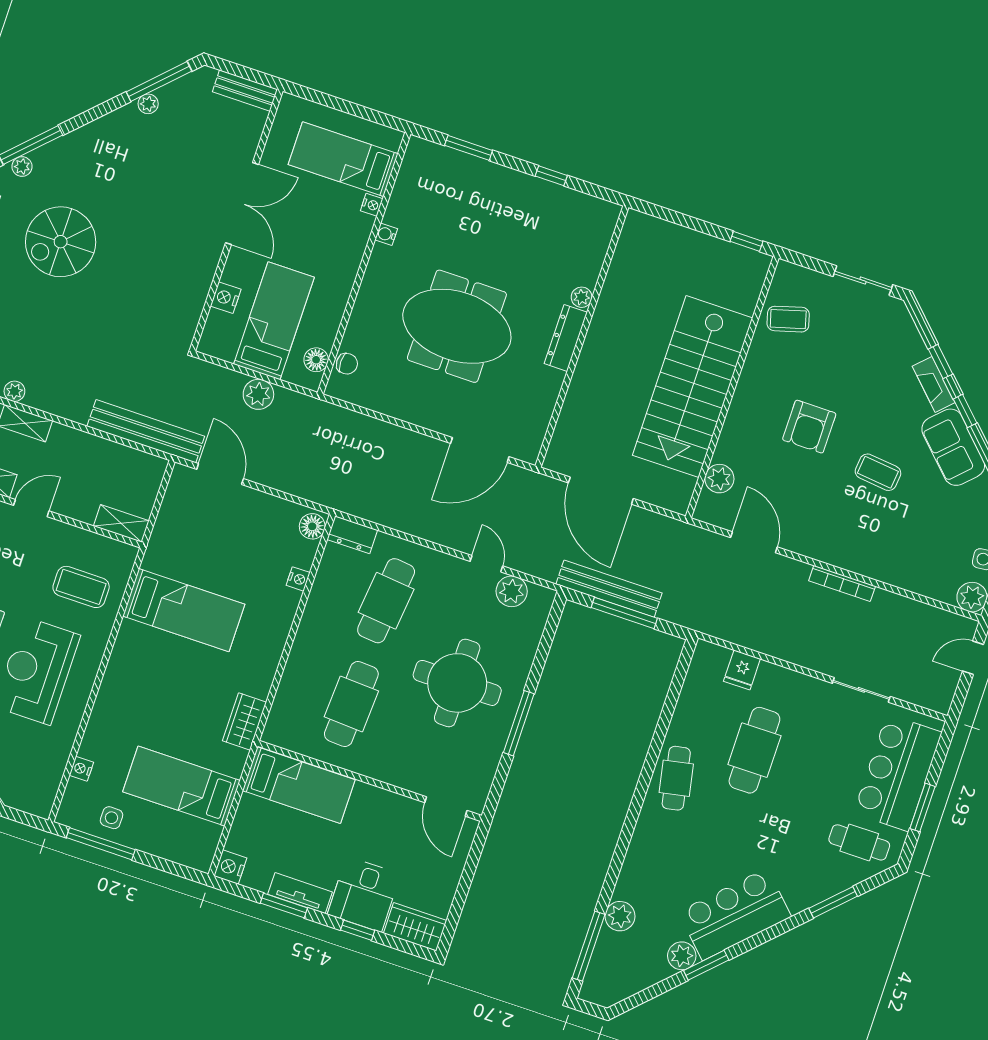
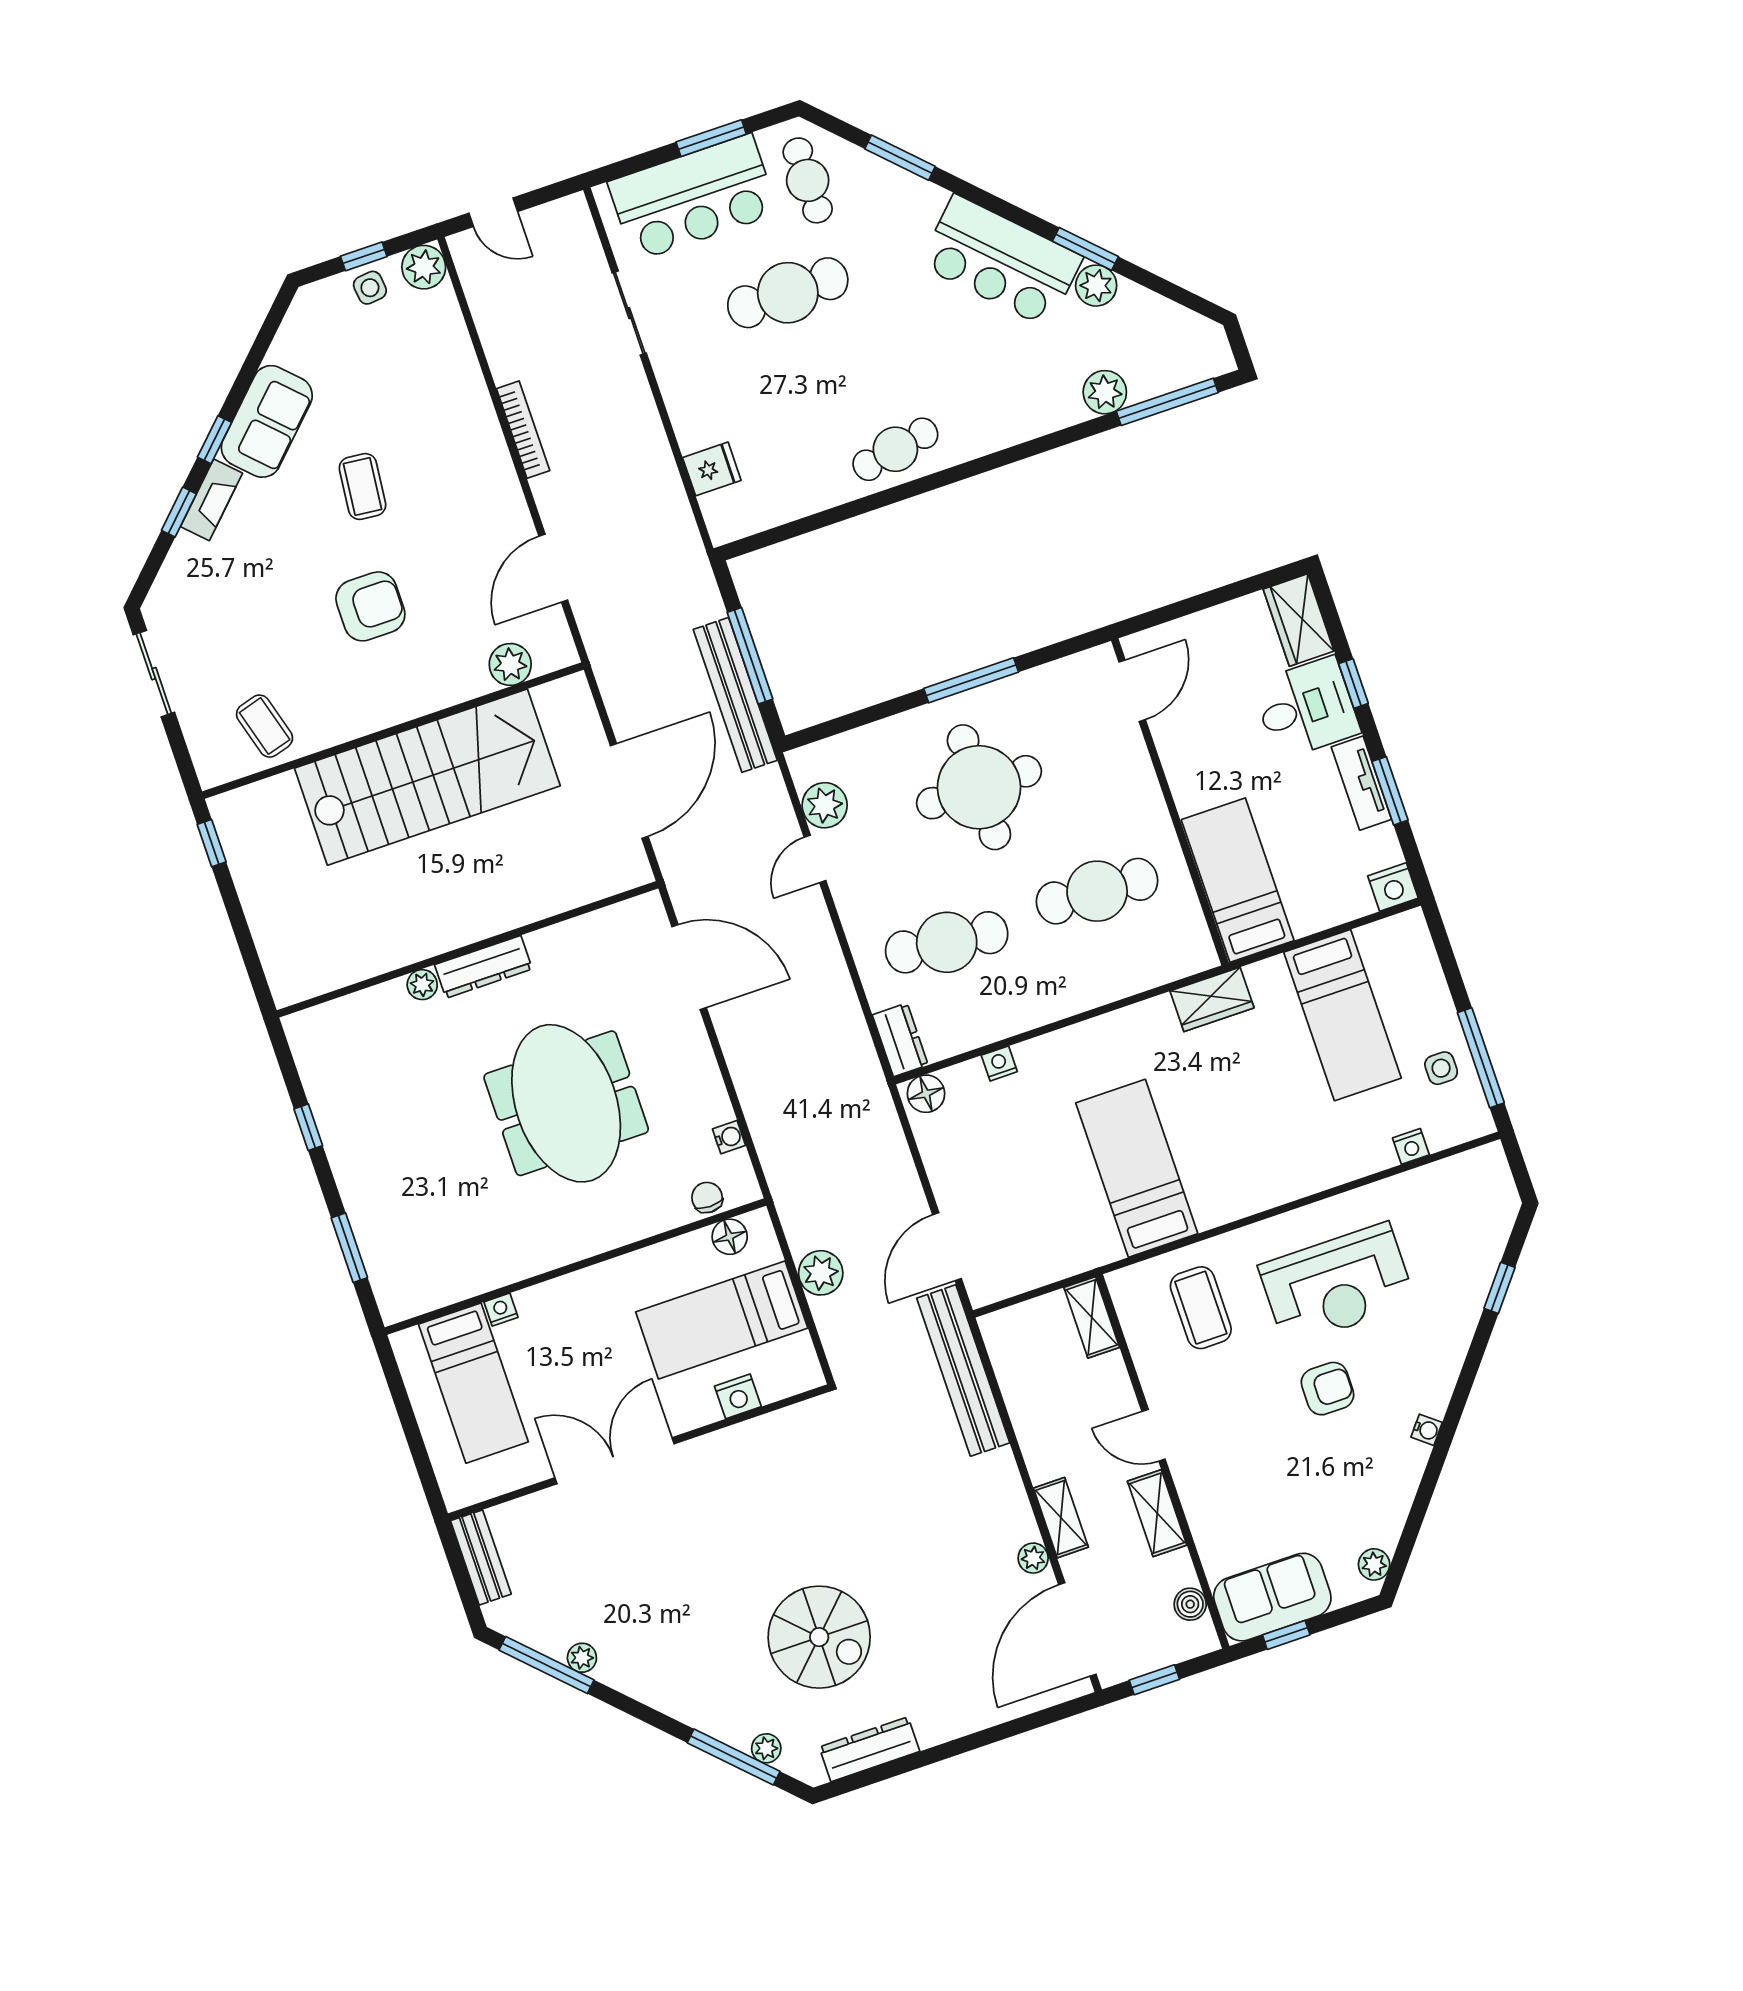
water cooler: (386, 234) -> (729, 1137), moved, turned -90
cafe table: (754, 750) -> (788, 293), moved

